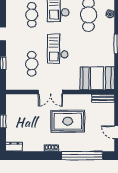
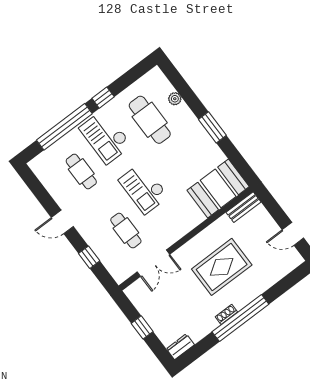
double door: (50, 92) -> (153, 263), moved
window: (82, 156) -> (240, 318), moved

